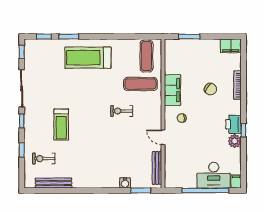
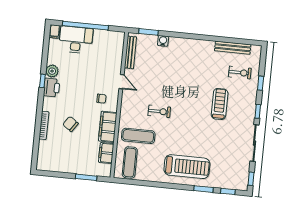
filing cabinet: (231, 46) -> (106, 153), moved, turned -90

